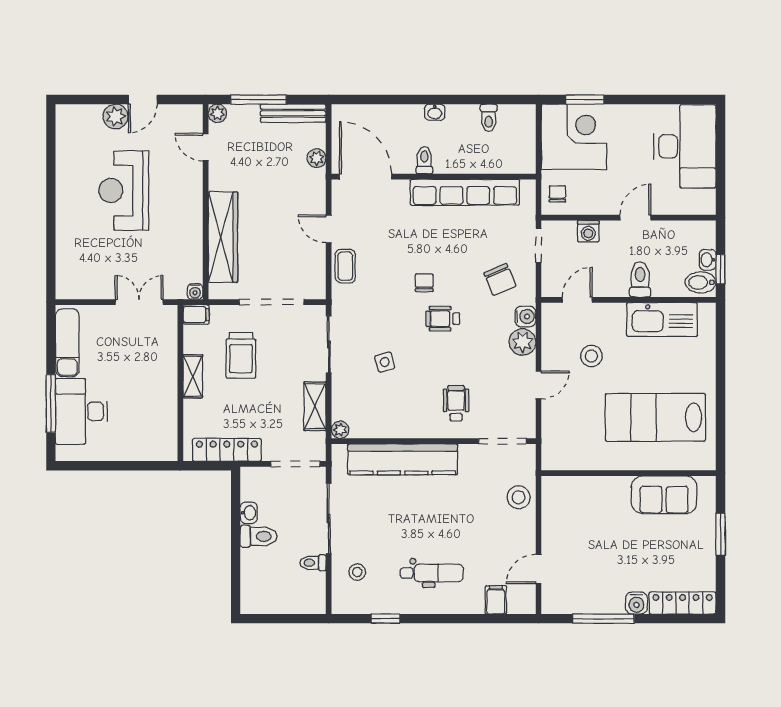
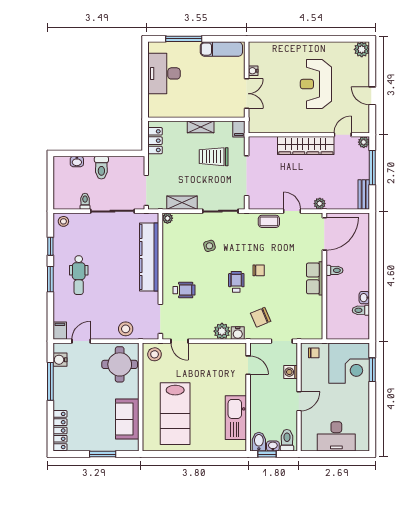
washbasin: (435, 112) -> (364, 298), moved
bench: (293, 113) -> (364, 195), width x0.73
plant: (116, 117) -> (362, 49), moved
desk: (685, 146) -> (336, 436), width x0.73, depth x0.77
plant: (317, 158) -> (320, 204), moved
reception desk: (124, 190) -> (316, 84), turned -90
row of seats: (465, 192) -> (315, 278), width x0.50
door: (635, 218) -> (299, 401), hinge flipped
door: (329, 229) -> (292, 211), hinge flipped
wardrobe: (223, 237) -> (306, 146), moved
toilet: (640, 279) -> (287, 440), moved, turned -90
water cooler: (195, 292) -> (253, 71), moved
stool: (591, 356) -> (155, 354), moved
door: (539, 385) -> (180, 341), moved
desk: (81, 411) -> (164, 73), moved, turned -90
lab bench: (655, 417) -> (175, 414), turned 180
locker: (227, 450) -> (155, 141), width x0.66
round table: (576, 507) -> (120, 364), added
washbasin: (249, 513) -> (77, 162), moved
door: (539, 569) -> (81, 341), hinge flipped
stool: (357, 572) -> (63, 221), moved
filing cabinet: (496, 600) -> (60, 331), moved, turned -90
water cooler: (636, 603) -> (60, 360), moved
window: (438, 619) -> (50, 279), added

